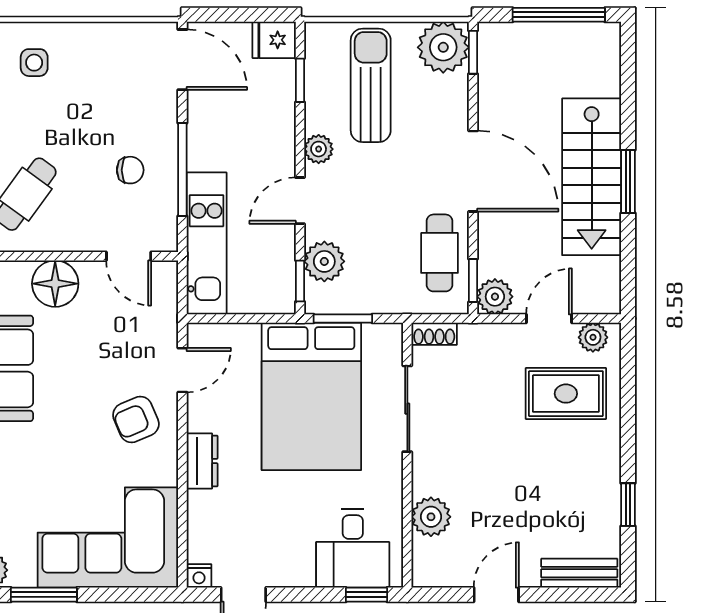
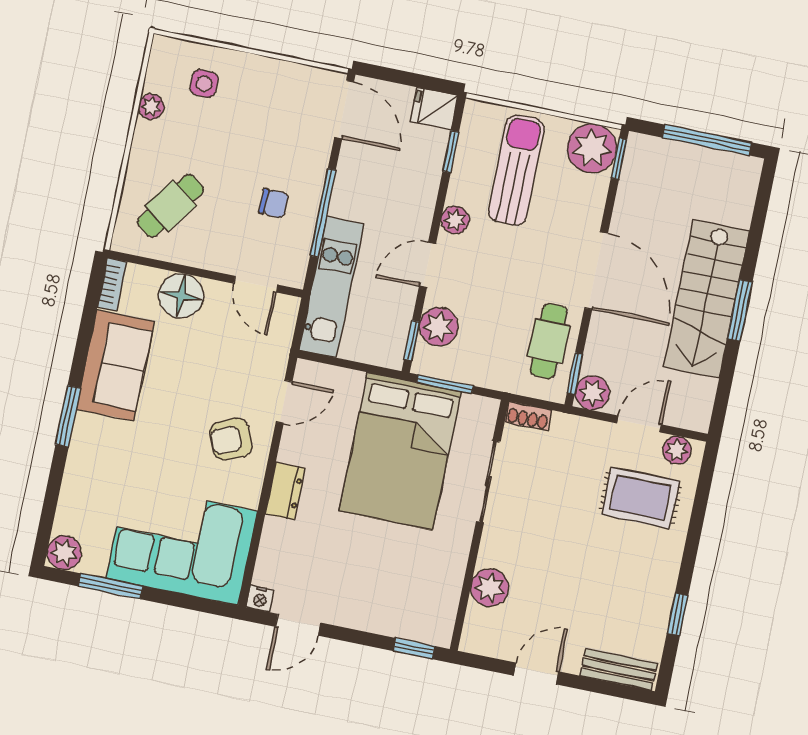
desk: (353, 548) -> (410, 602), removed

